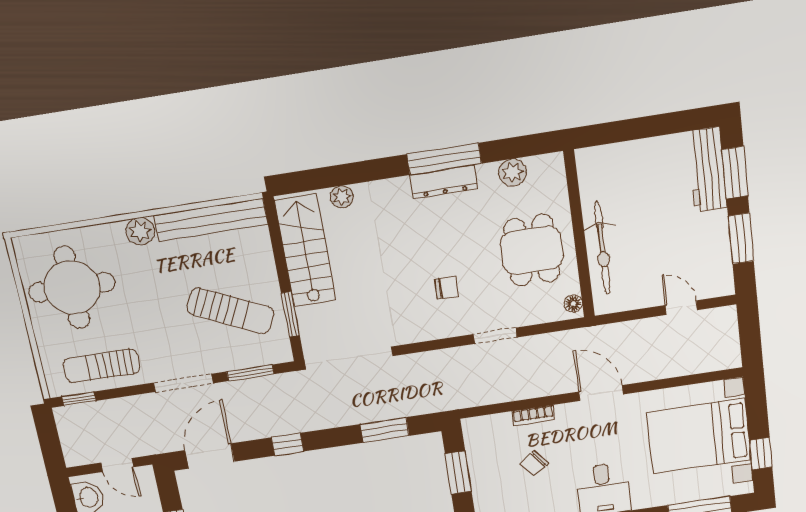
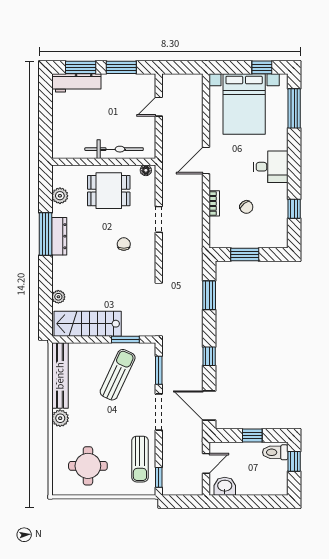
round table: (72, 287) -> (88, 466), width x0.73, depth x0.73

